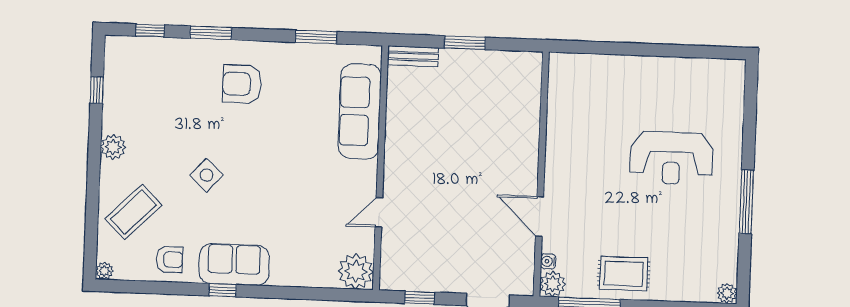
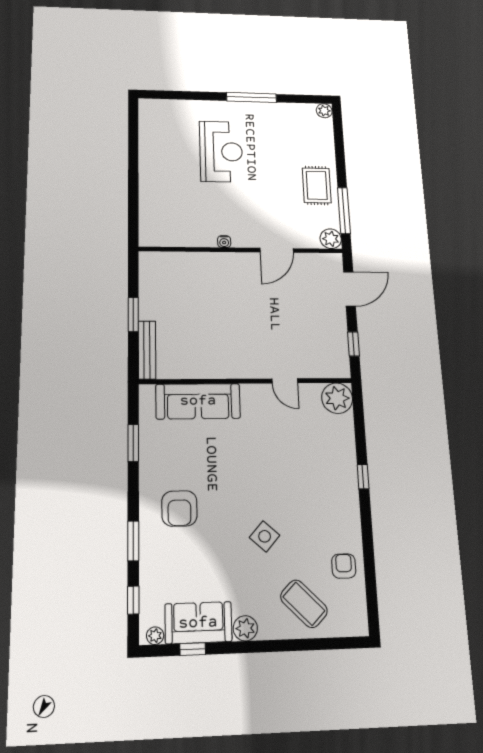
bench: (413, 56) -> (147, 350), width x1.36
water cooler: (548, 261) -> (224, 242), moved
sofa: (234, 265) -> (198, 623), moved, turned 90
plant: (104, 271) -> (155, 636), moved
window: (223, 290) -> (363, 477), moved

